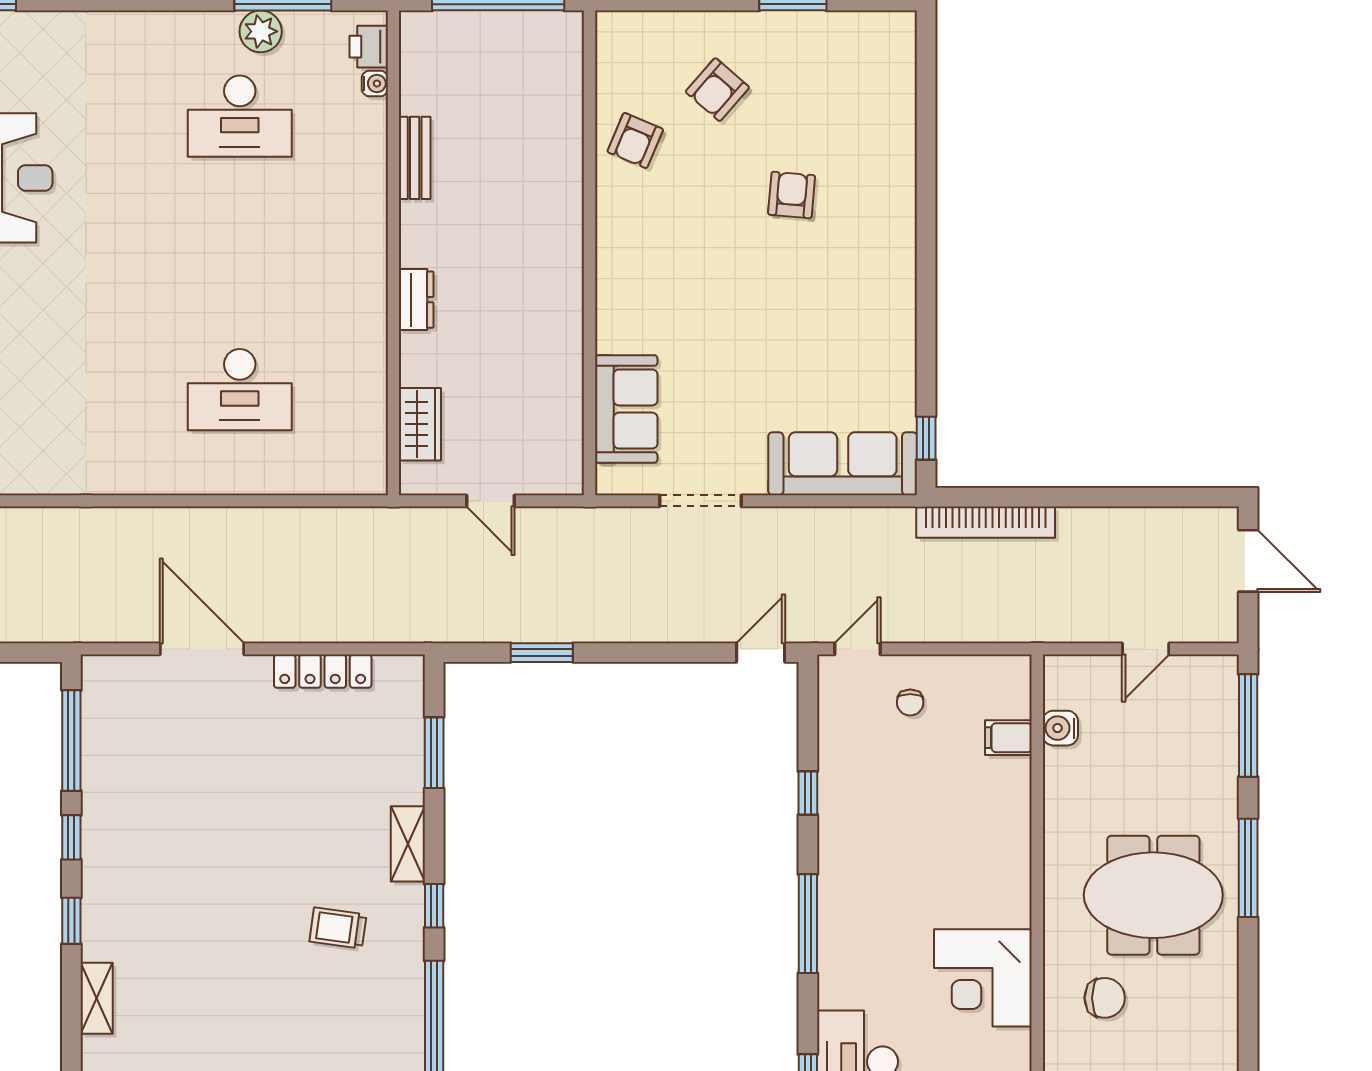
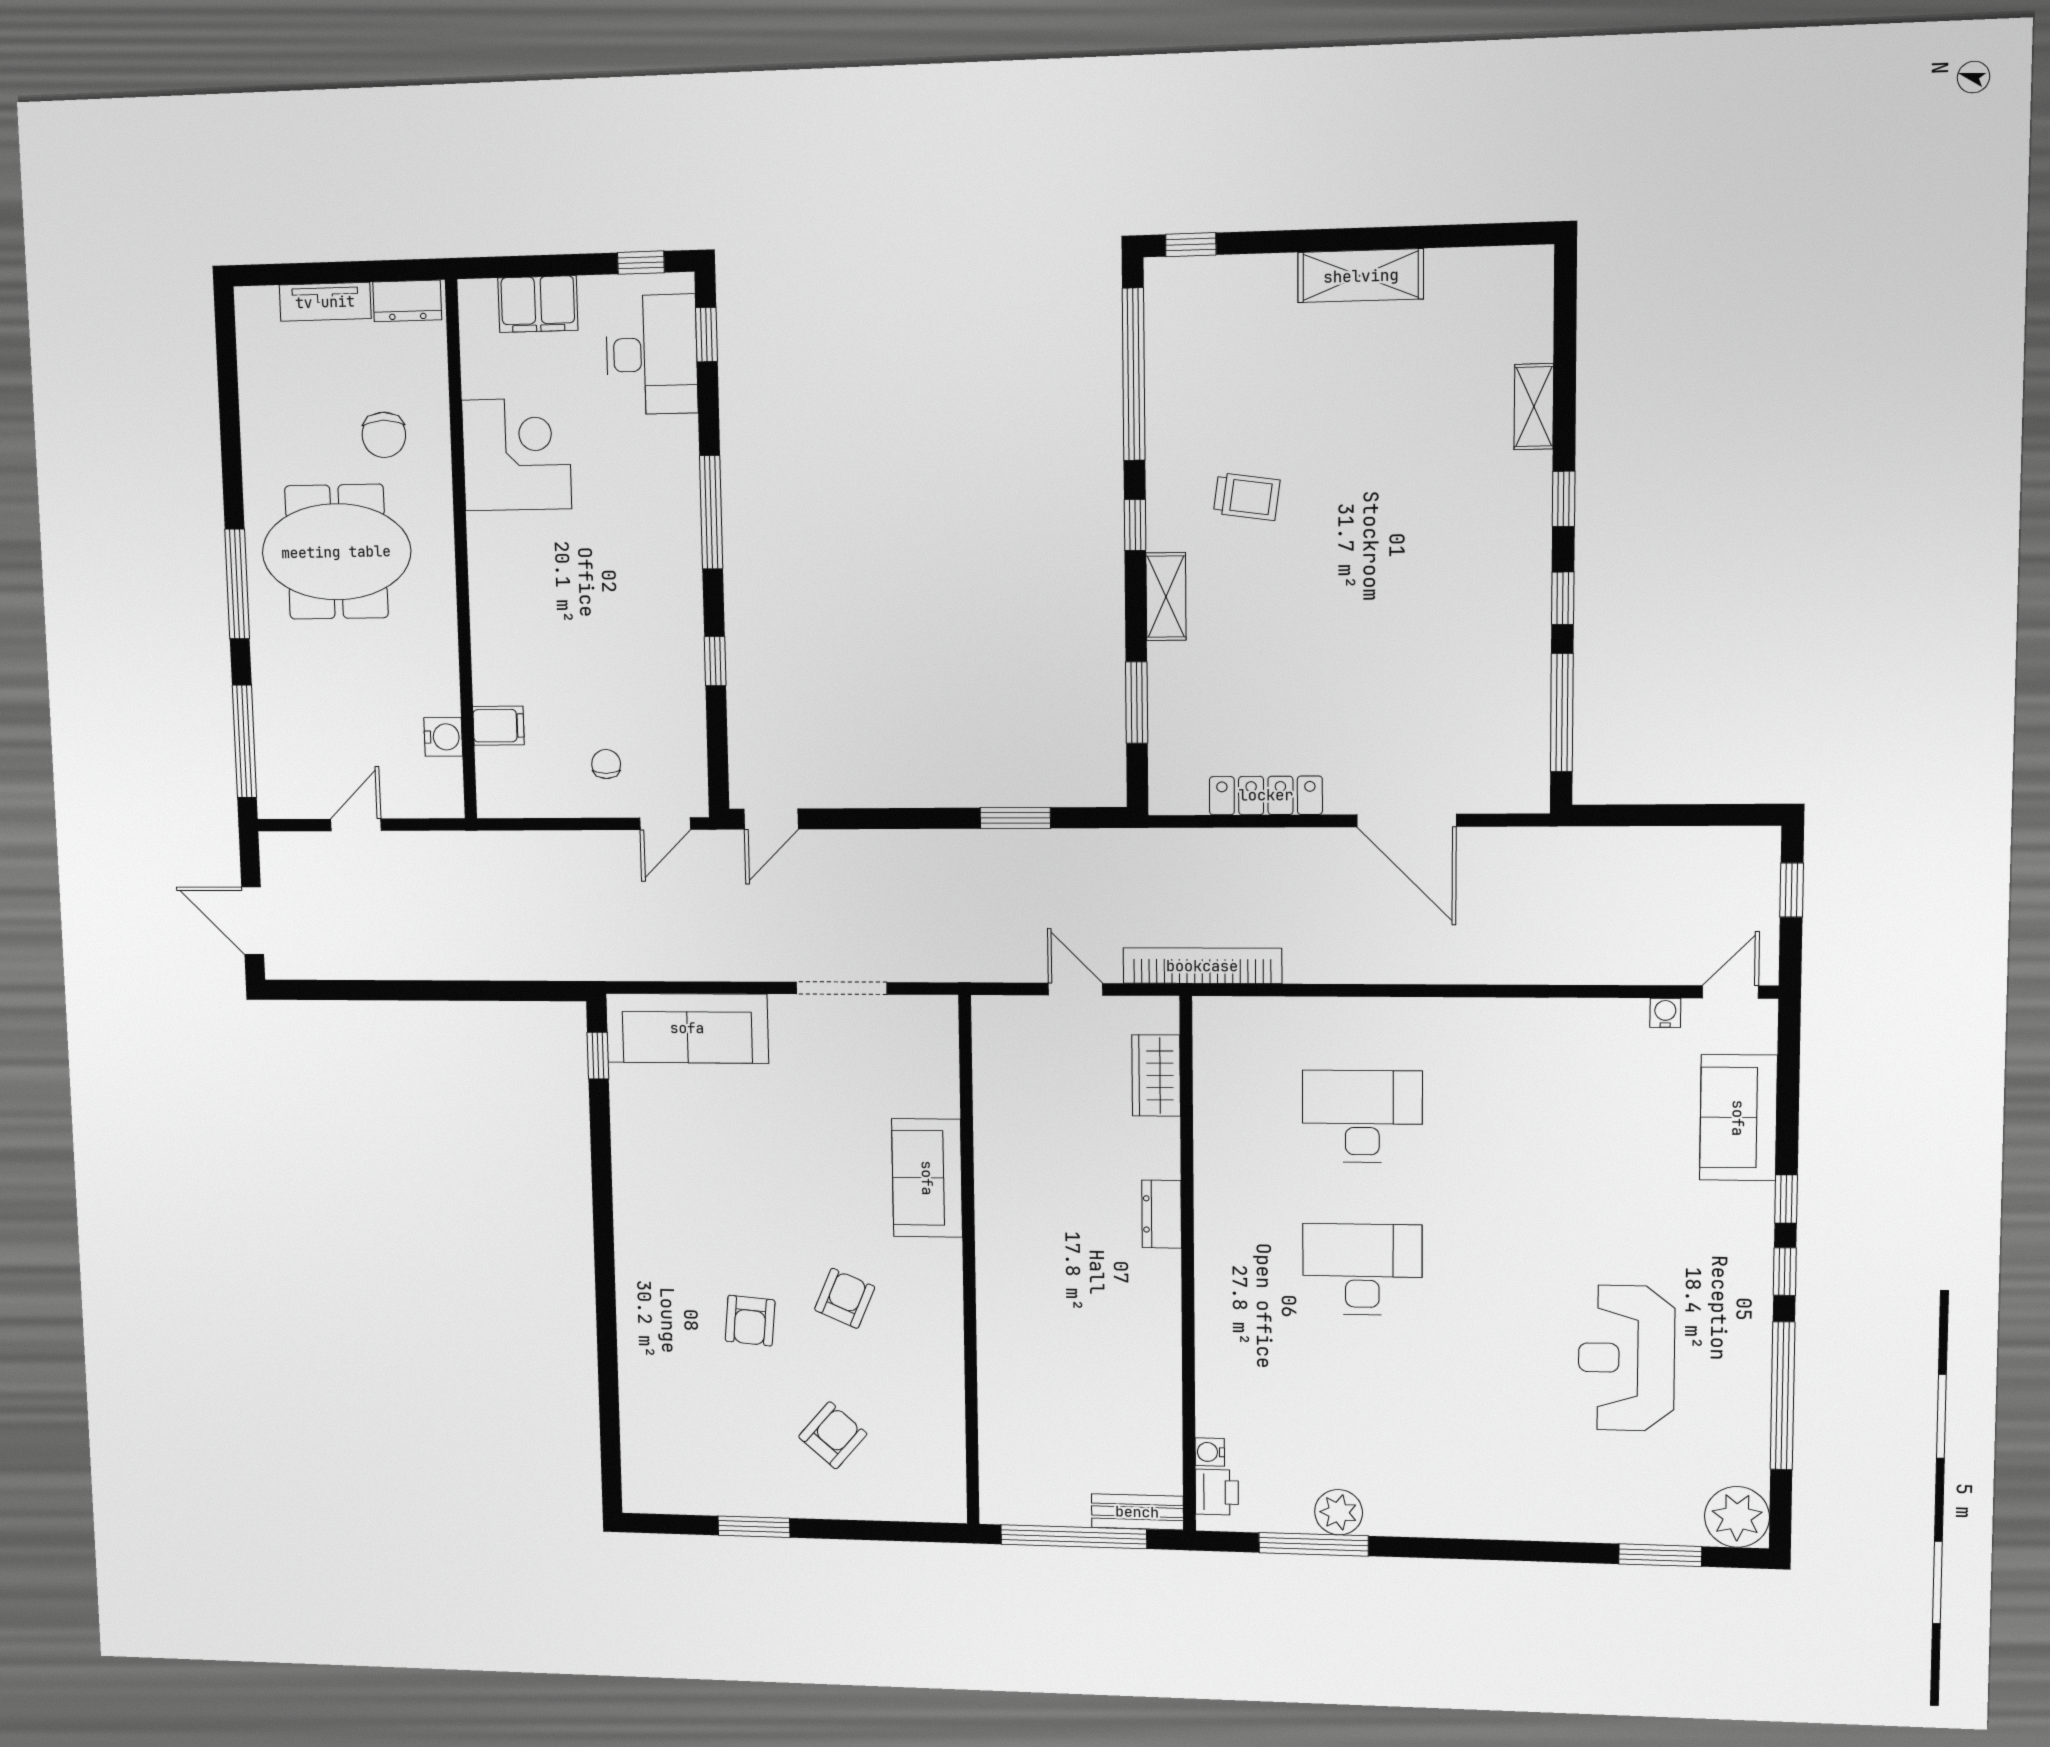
desk: (240, 116) -> (1362, 1269), moved
armchair: (635, 140) -> (845, 1298), moved
bench: (415, 158) -> (1137, 1512), moved, turned 90
sofa: (626, 409) -> (927, 1178), moved
bookcase: (986, 522) -> (1202, 966), moved
chair: (1105, 998) -> (384, 435), turned -90

